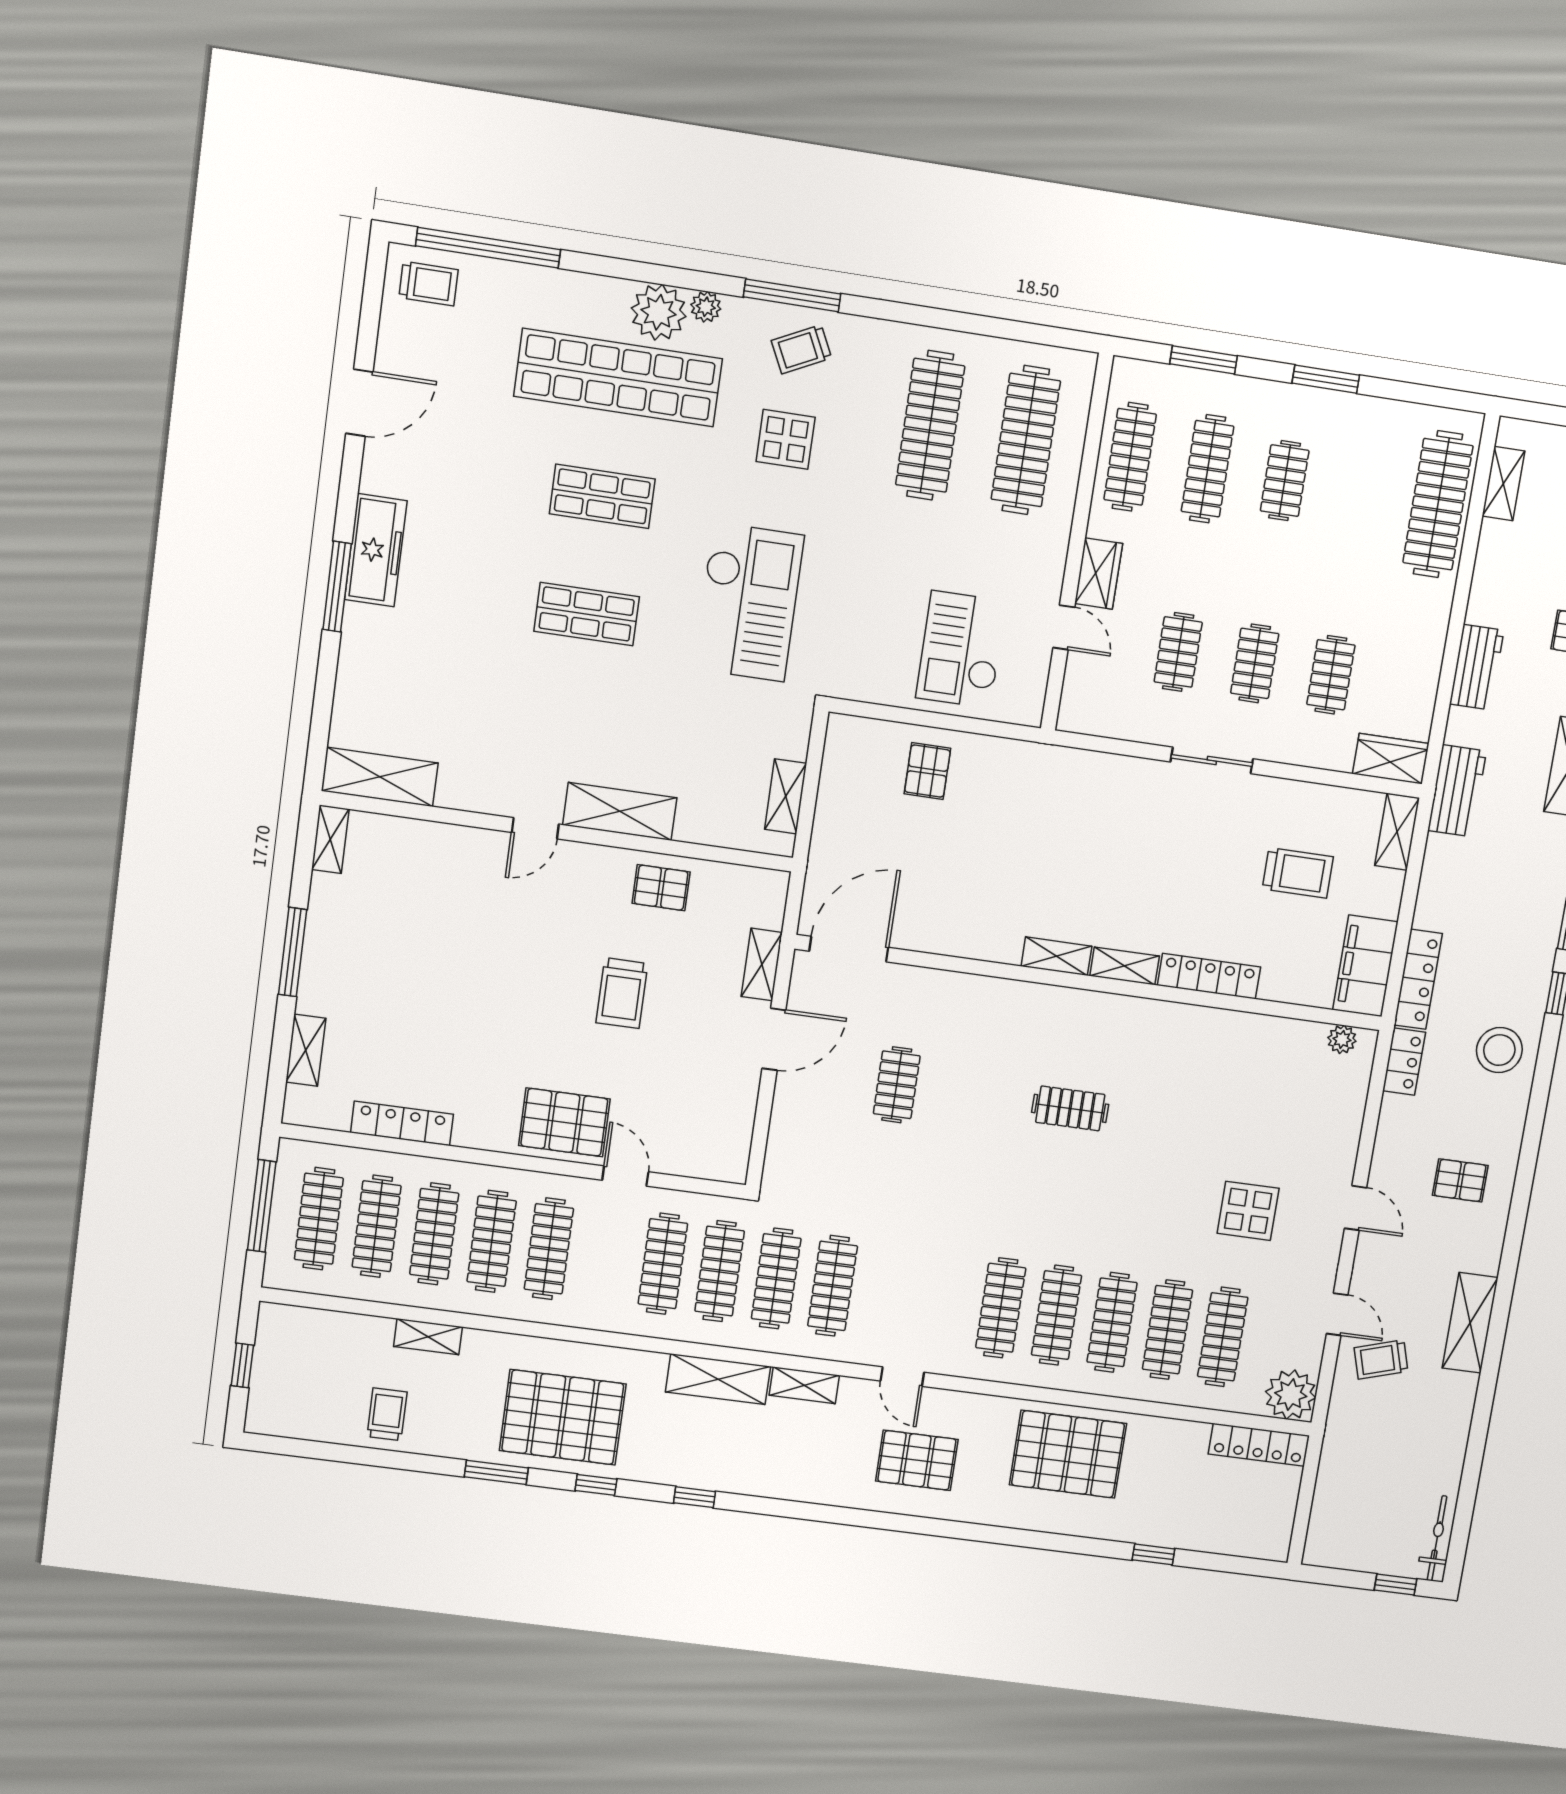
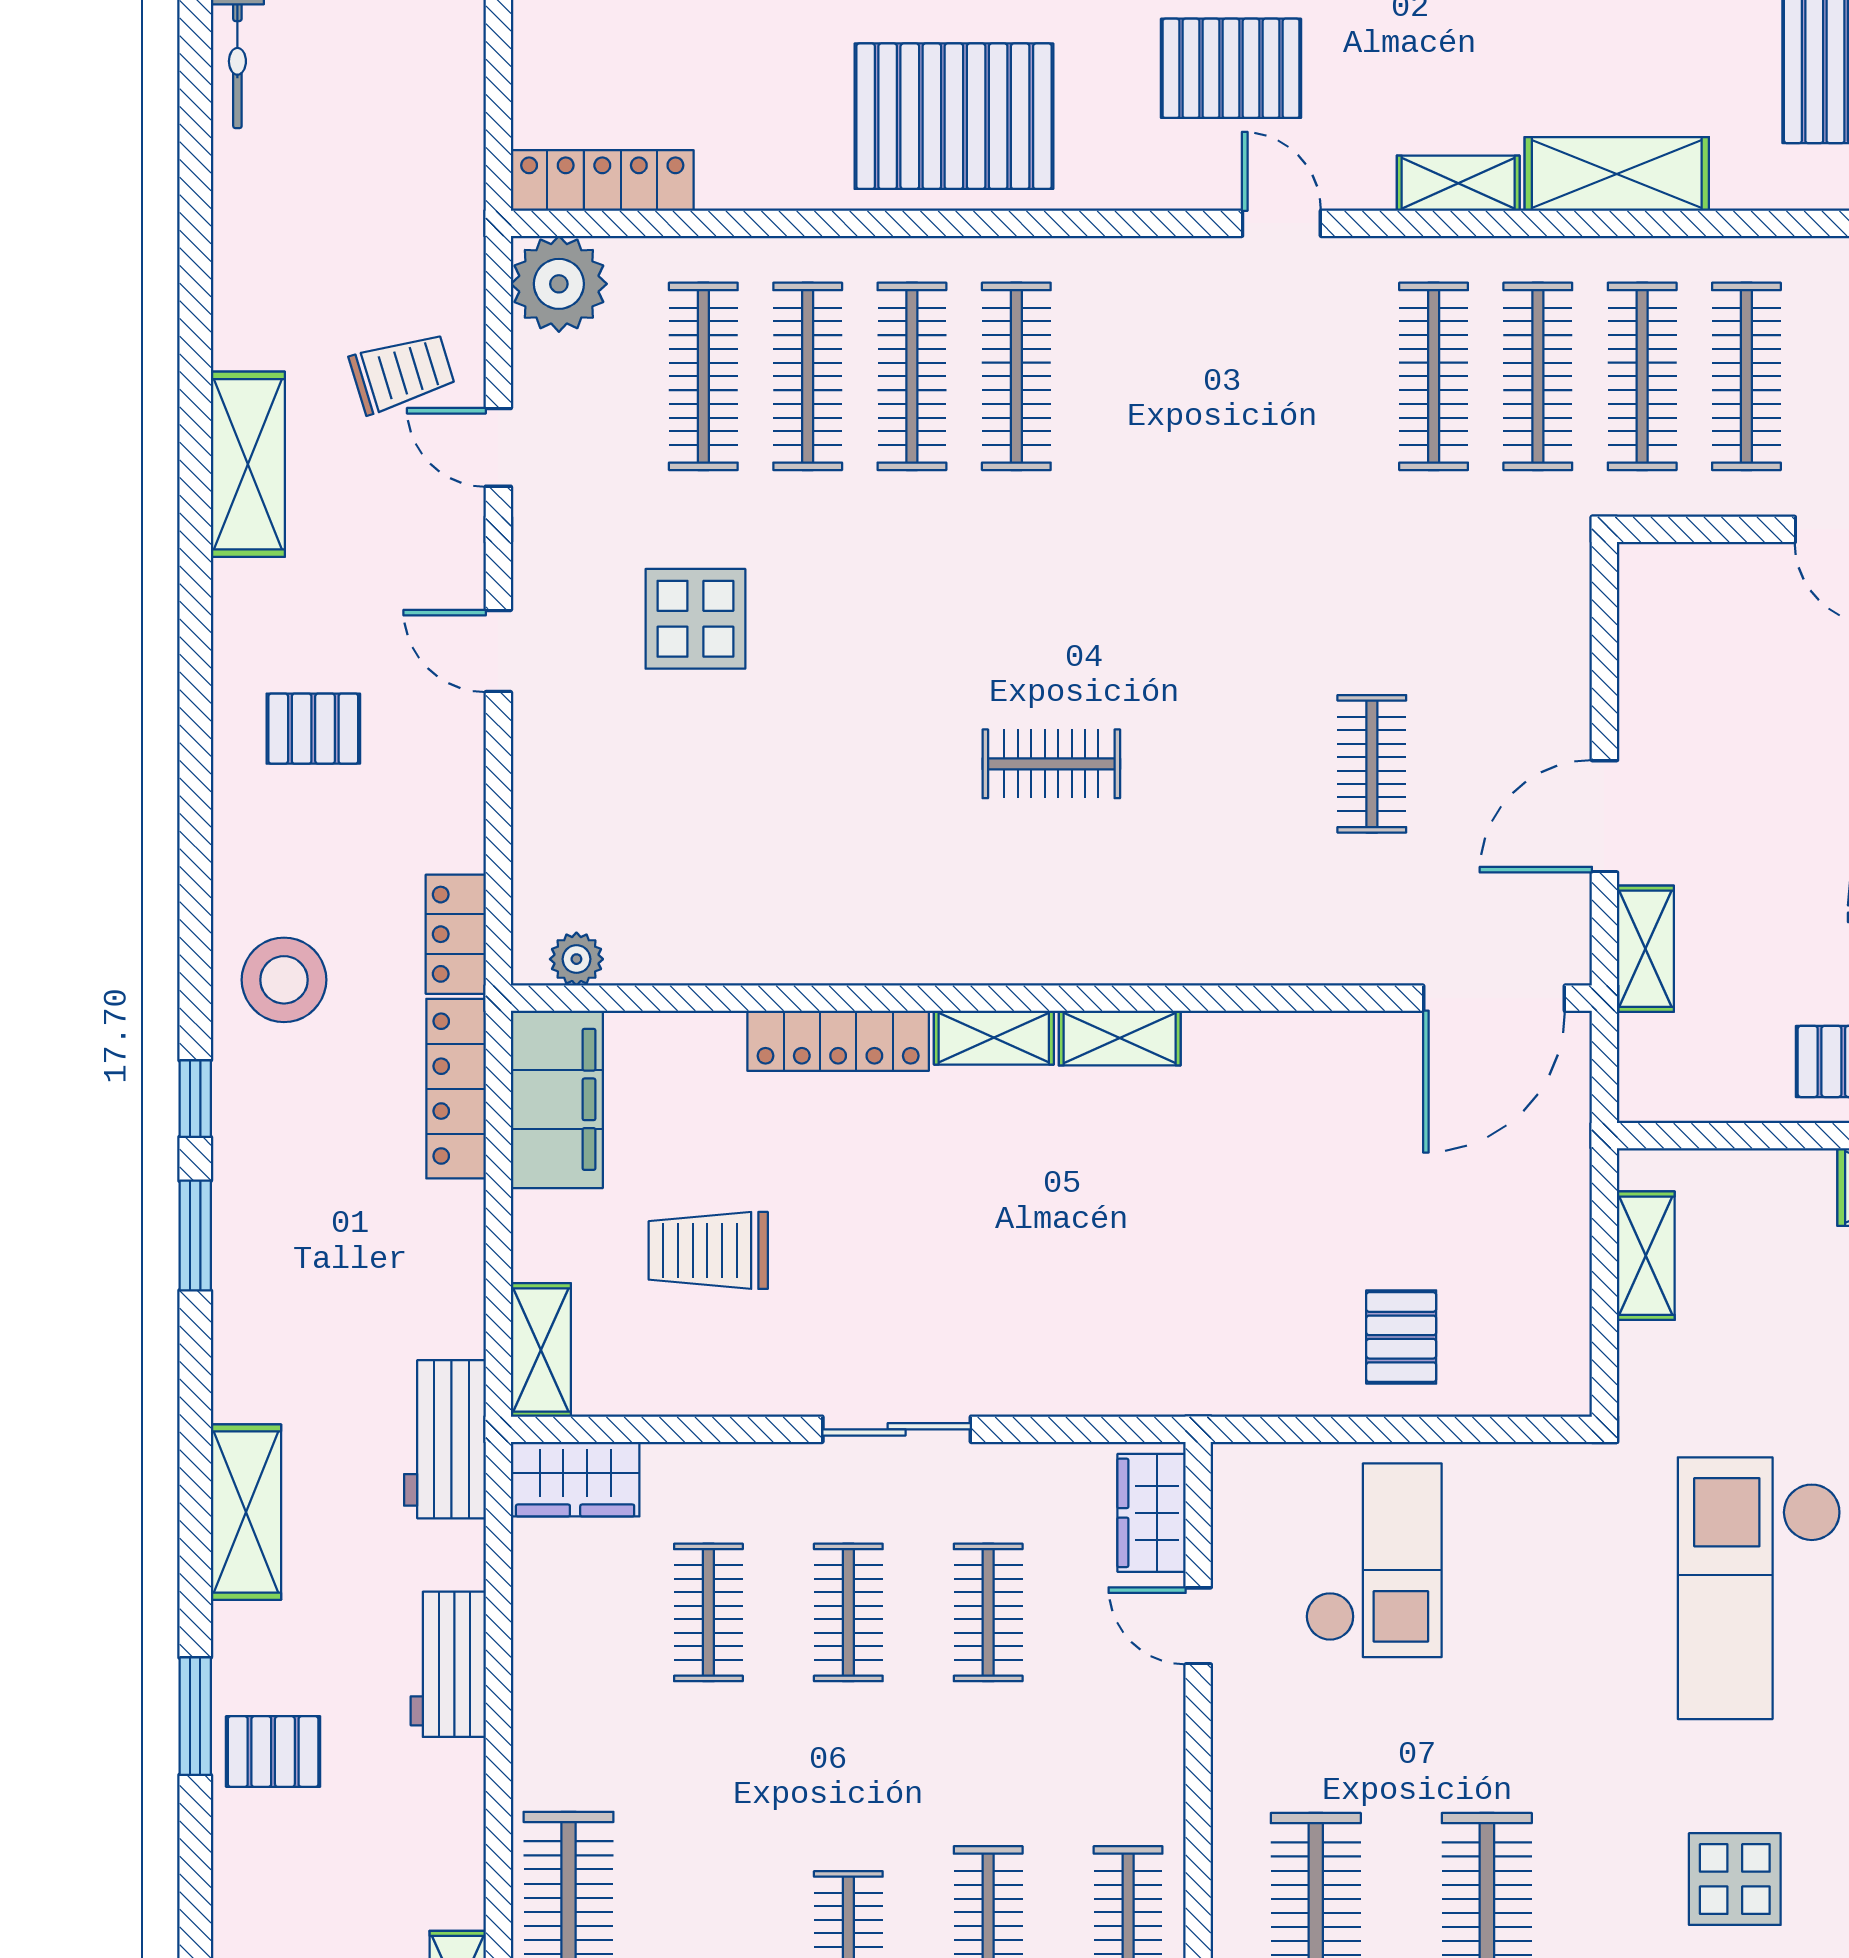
wardrobe: (1099, 574) -> (1152, 1513), moved
clothes rail: (1001, 1308) -> (1121, 376), removed

